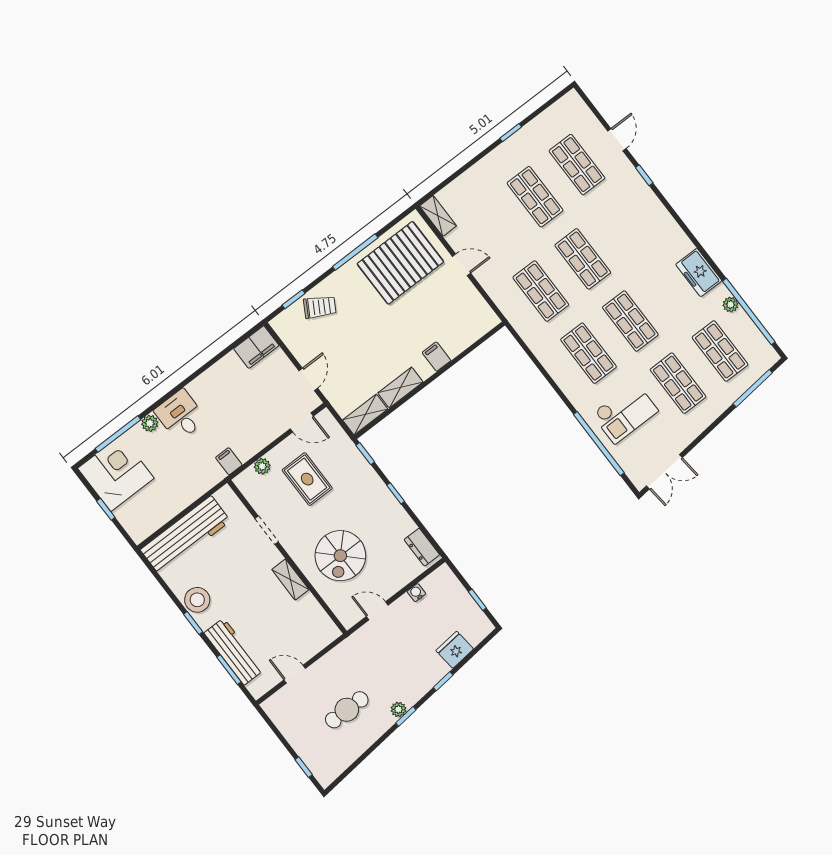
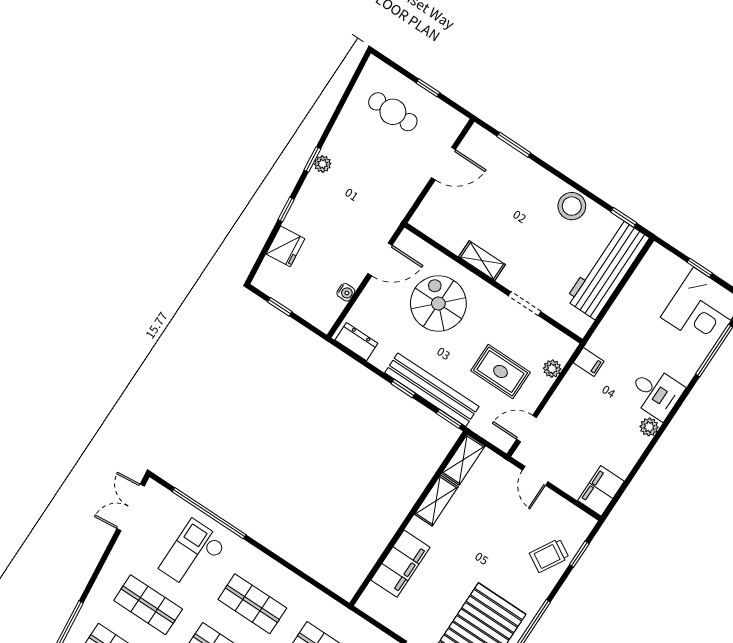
filing cabinet: (436, 357) -> (400, 564), width x3.00, depth x1.17
plant: (150, 423) -> (649, 427), moved
bench: (371, 484) -> (432, 390), added
door: (377, 611) -> (380, 259), width x1.38
window: (193, 623) -> (624, 217), moved
workbench: (234, 652) -> (515, 165), removed
door: (295, 674) -> (443, 164), width x1.38
cafe table: (347, 710) -> (393, 112), moved, turned 90
window: (304, 767) -> (428, 88), moved

